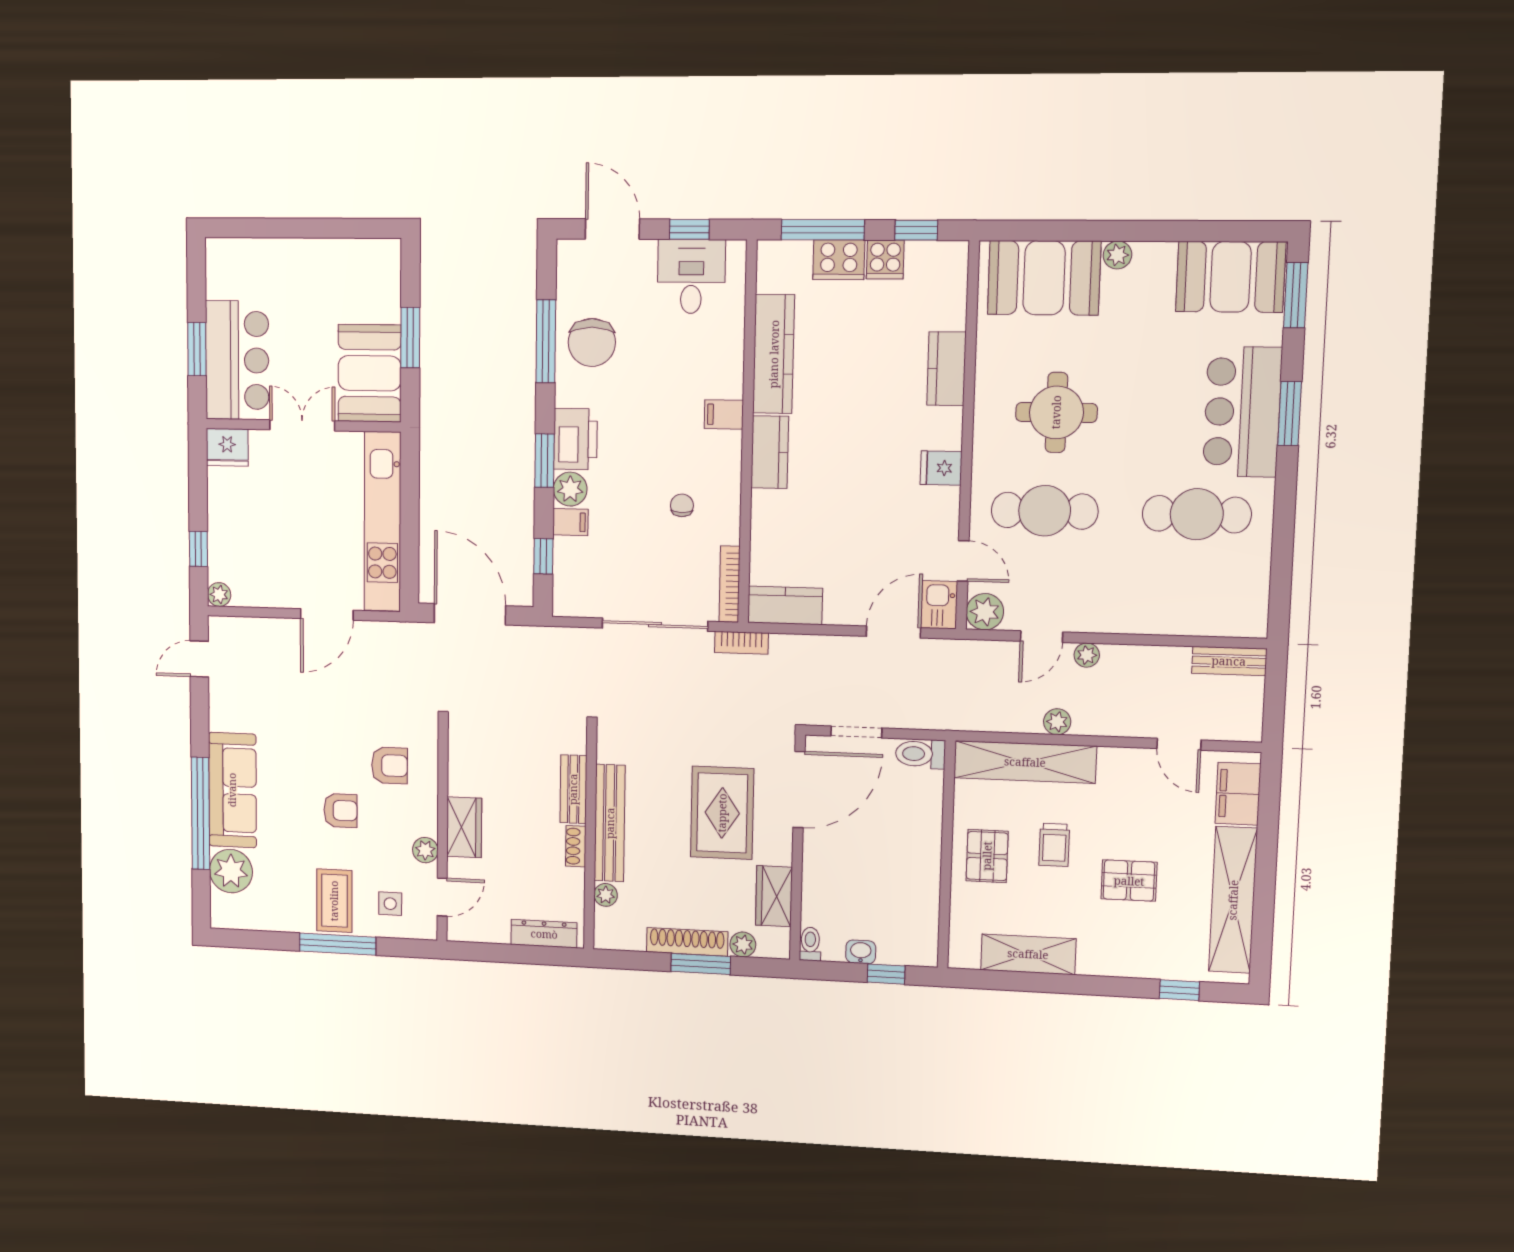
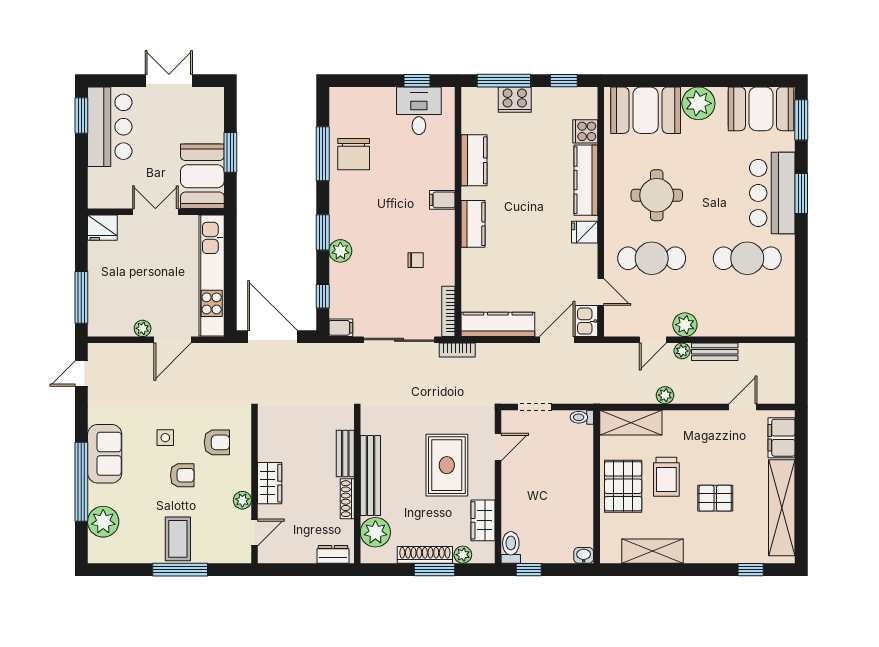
double door: (321, 228) -> (169, 81), added
door: (612, 229) -> (366, 81), removed
plant: (1117, 255) -> (698, 103), width x1.88, depth x1.88
cooker: (885, 260) -> (585, 131), moved, turned 90
window: (197, 349) -> (81, 115), moved
kitchen counter: (774, 354) -> (474, 160), width x0.67
bar counter: (237, 360) -> (110, 127), moved
kitchen counter: (946, 369) -> (586, 180), width x1.50
printer: (575, 439) -> (343, 218), removed
chair: (682, 505) -> (416, 260), turned 90
filing cabinet: (570, 522) -> (341, 328), moved
window: (198, 549) -> (81, 297), width x2.17
plant: (219, 595) -> (143, 328), moved
kitchen counter: (785, 605) -> (498, 324), width x1.50
plant: (985, 612) -> (685, 325), moved
bench: (1229, 661) -> (715, 352), moved
door: (1179, 744) -> (743, 407), swing flipped
toilet: (920, 754) -> (582, 417), width x0.73, depth x0.72
shelving: (1025, 762) -> (631, 423), width x0.68
sofa: (232, 790) -> (105, 454), width x0.73
door: (799, 790) -> (498, 447), width x0.53
trolley: (1054, 845) -> (666, 477), width x1.36, depth x1.39
shoe rack: (576, 846) -> (347, 499), width x1.43
pallet: (987, 856) -> (623, 486), width x1.50, depth x1.42
plant: (606, 895) -> (375, 532), width x1.88, depth x1.88
side table: (390, 904) -> (165, 438), moved
dresser: (544, 934) -> (333, 554), width x0.70
toilet: (810, 944) -> (511, 547), width x1.37, depth x1.39
washbasin: (861, 952) -> (584, 555), moved
window: (886, 974) -> (529, 570), moved

